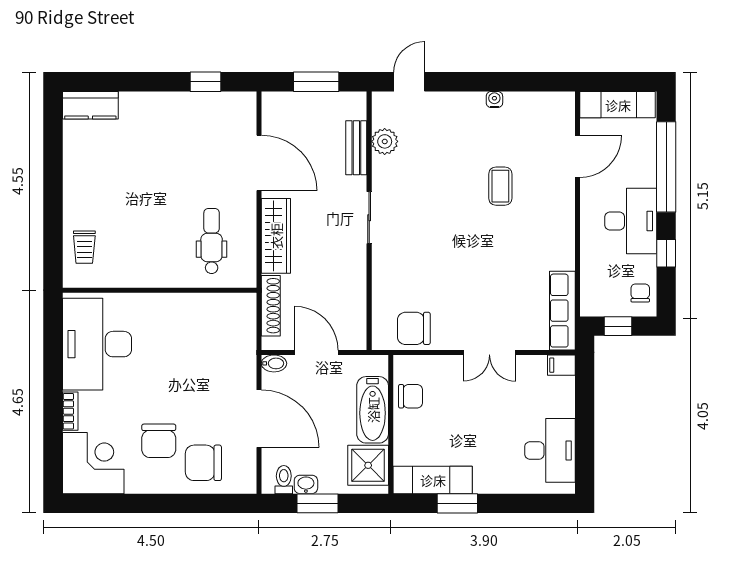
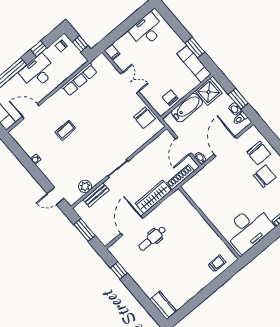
dental chair: (212, 241) -> (152, 238), moved
row of seats: (562, 311) -> (79, 79), moved

